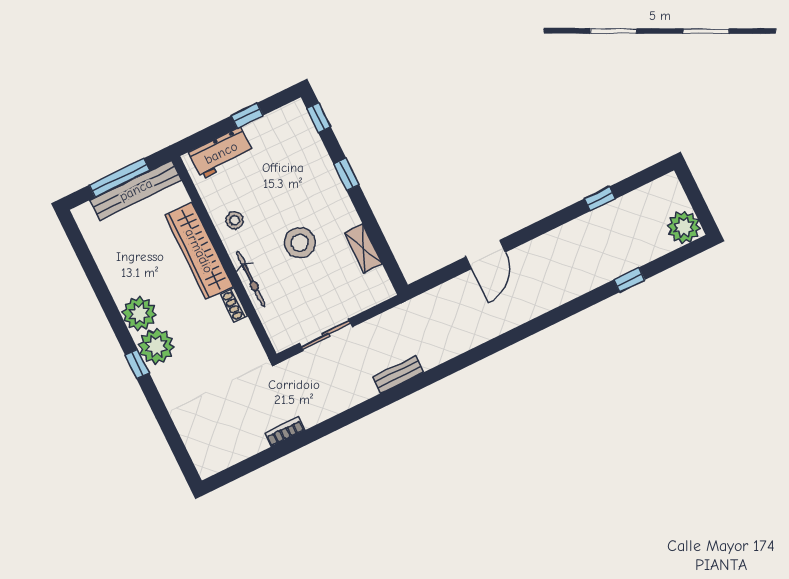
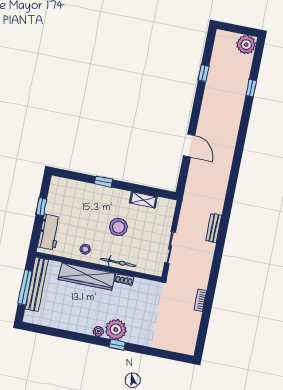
window: (319, 117) -> (67, 174), removed
plant: (139, 313) -> (98, 331), width x0.53, depth x0.53

